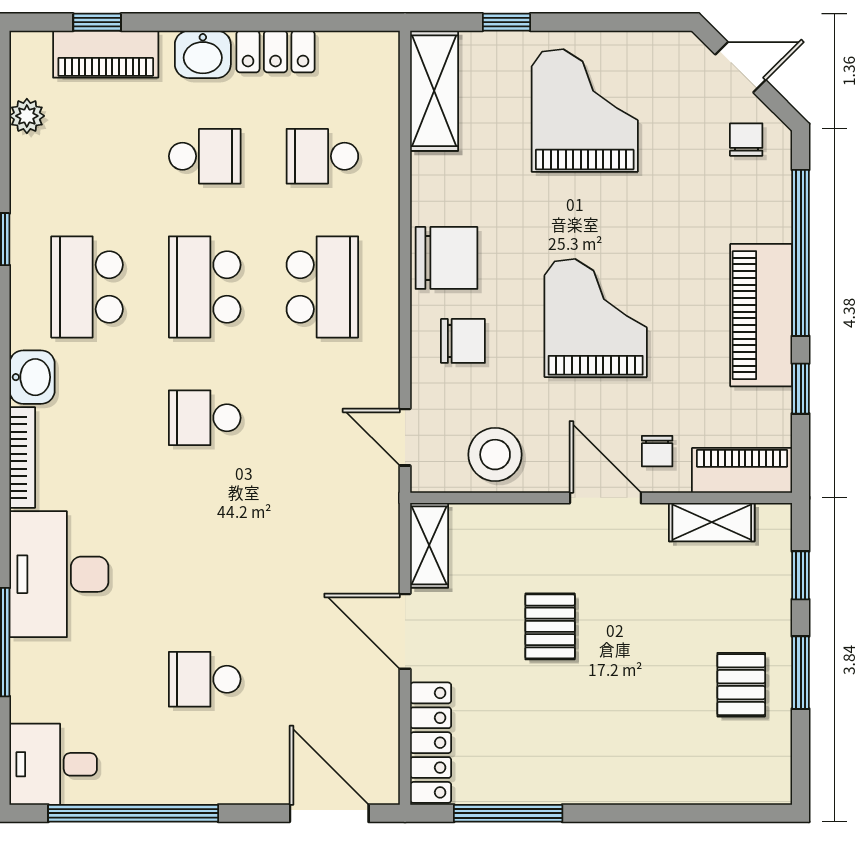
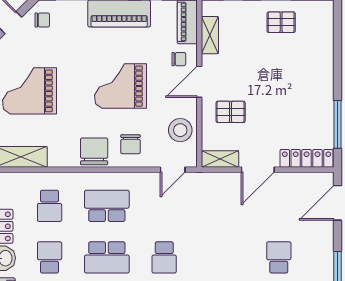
chair: (746, 140) -> (42, 20), turned 180
chair: (463, 341) -> (130, 144), turned 180
pallet: (550, 626) -> (231, 112), moved
school desk: (205, 679) -> (279, 257), turned 180

